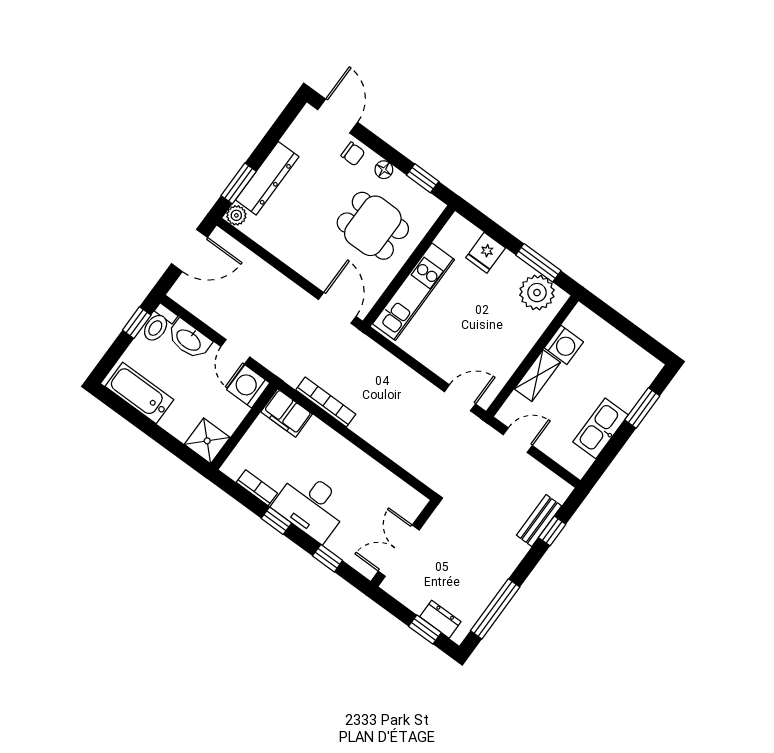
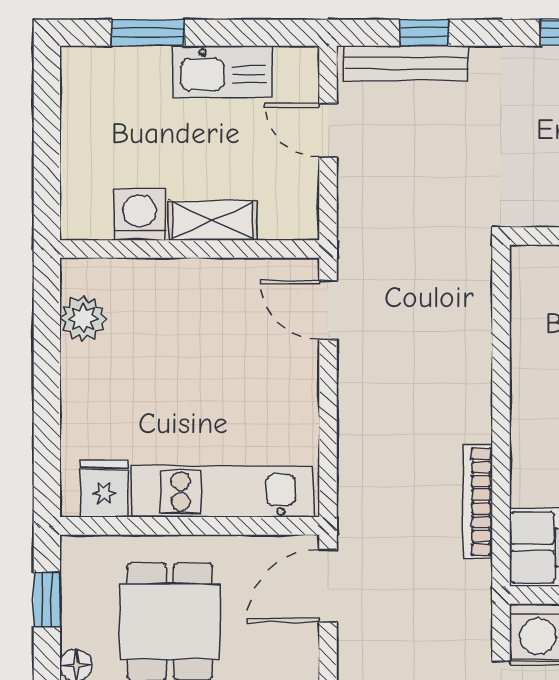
fridge: (486, 253) -> (104, 489), moved, turned -90
window: (538, 263) -> (47, 340), removed
plant: (537, 293) -> (83, 319), width x0.73, depth x0.73
door: (518, 440) -> (328, 131), moved
bench: (539, 521) -> (406, 63), width x1.36

